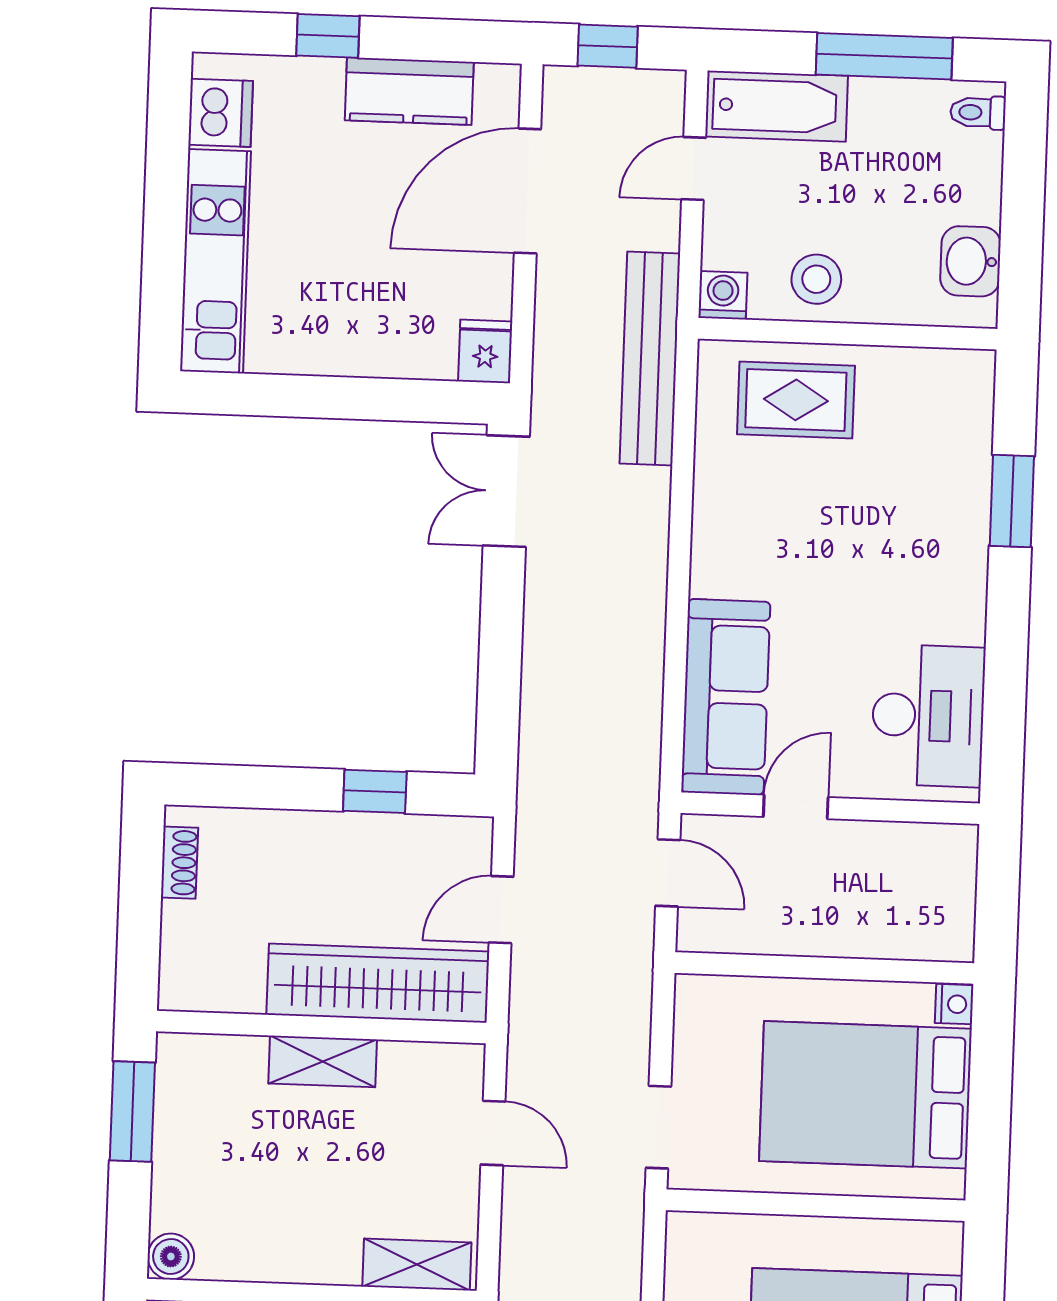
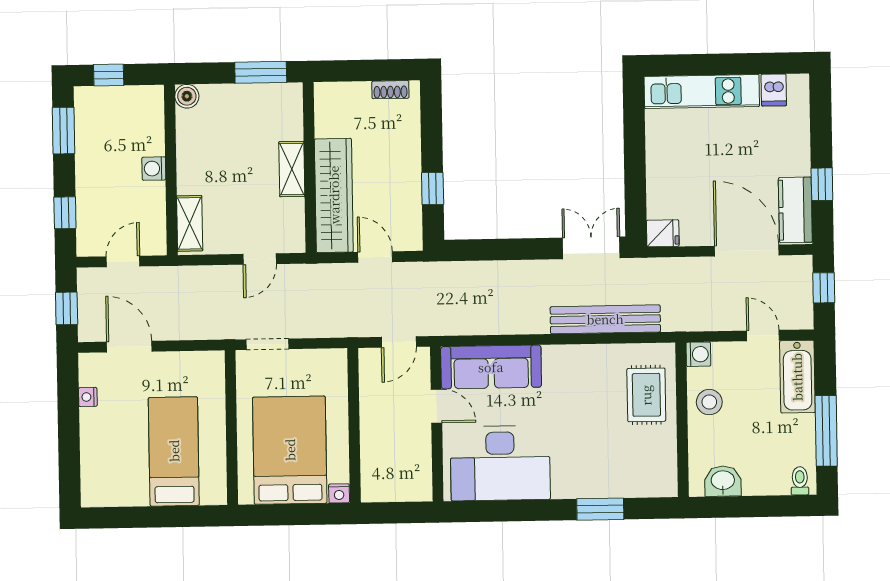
window: (328, 36) -> (822, 184), moved
kitchen counter: (409, 91) -> (795, 210), moved
dishwasher: (221, 113) -> (774, 90), width x0.73
bench: (650, 358) -> (605, 319), moved
desk: (928, 716) -> (500, 463), width x1.36, depth x1.30

